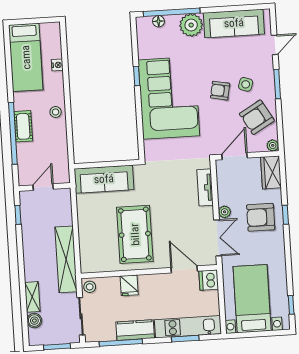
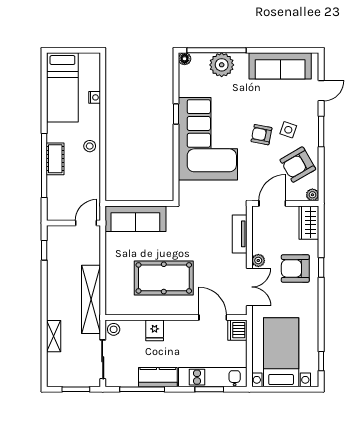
floor lamp: (158, 21) -> (185, 59), moved
plant: (191, 25) -> (222, 65), moved
door: (43, 187) -> (86, 223), moved
pool table: (135, 234) -> (164, 278), turned 90
boiler: (34, 321) -> (54, 361), removed

